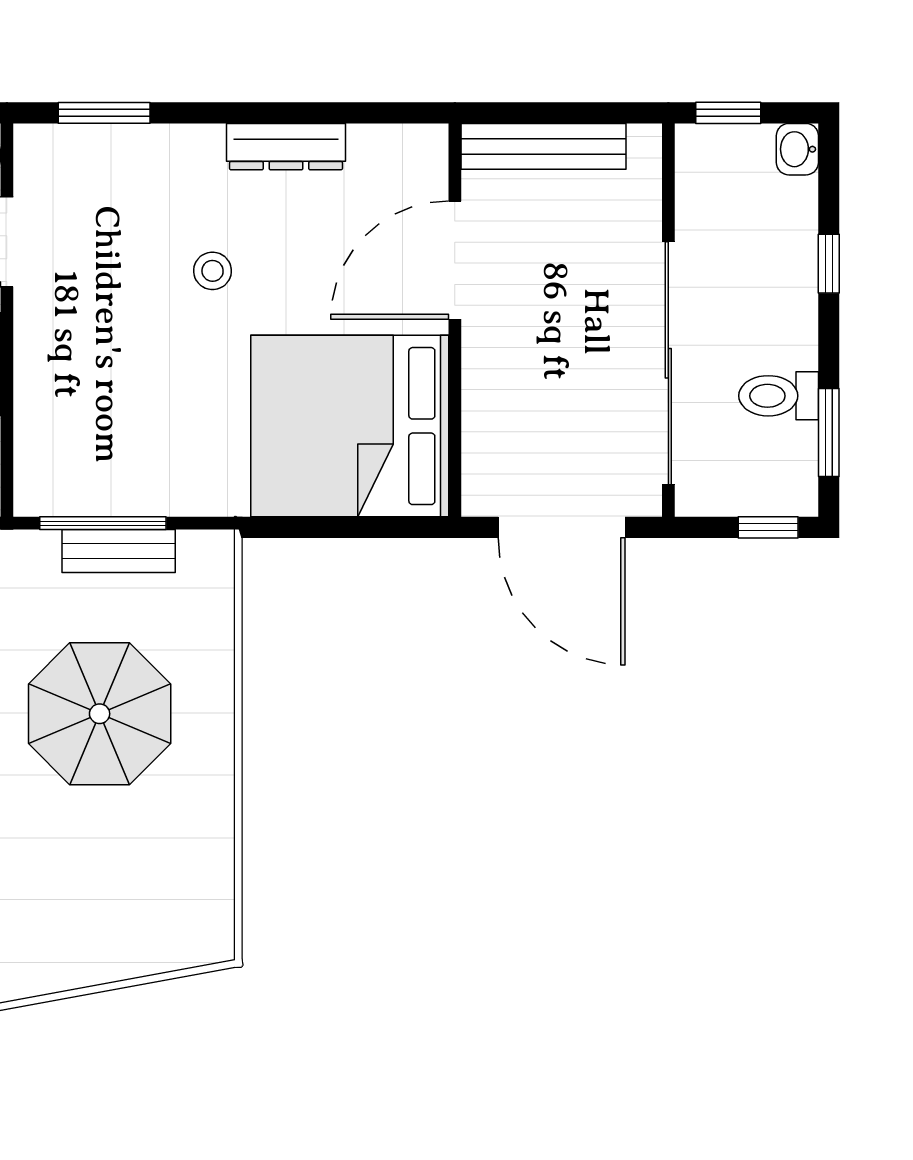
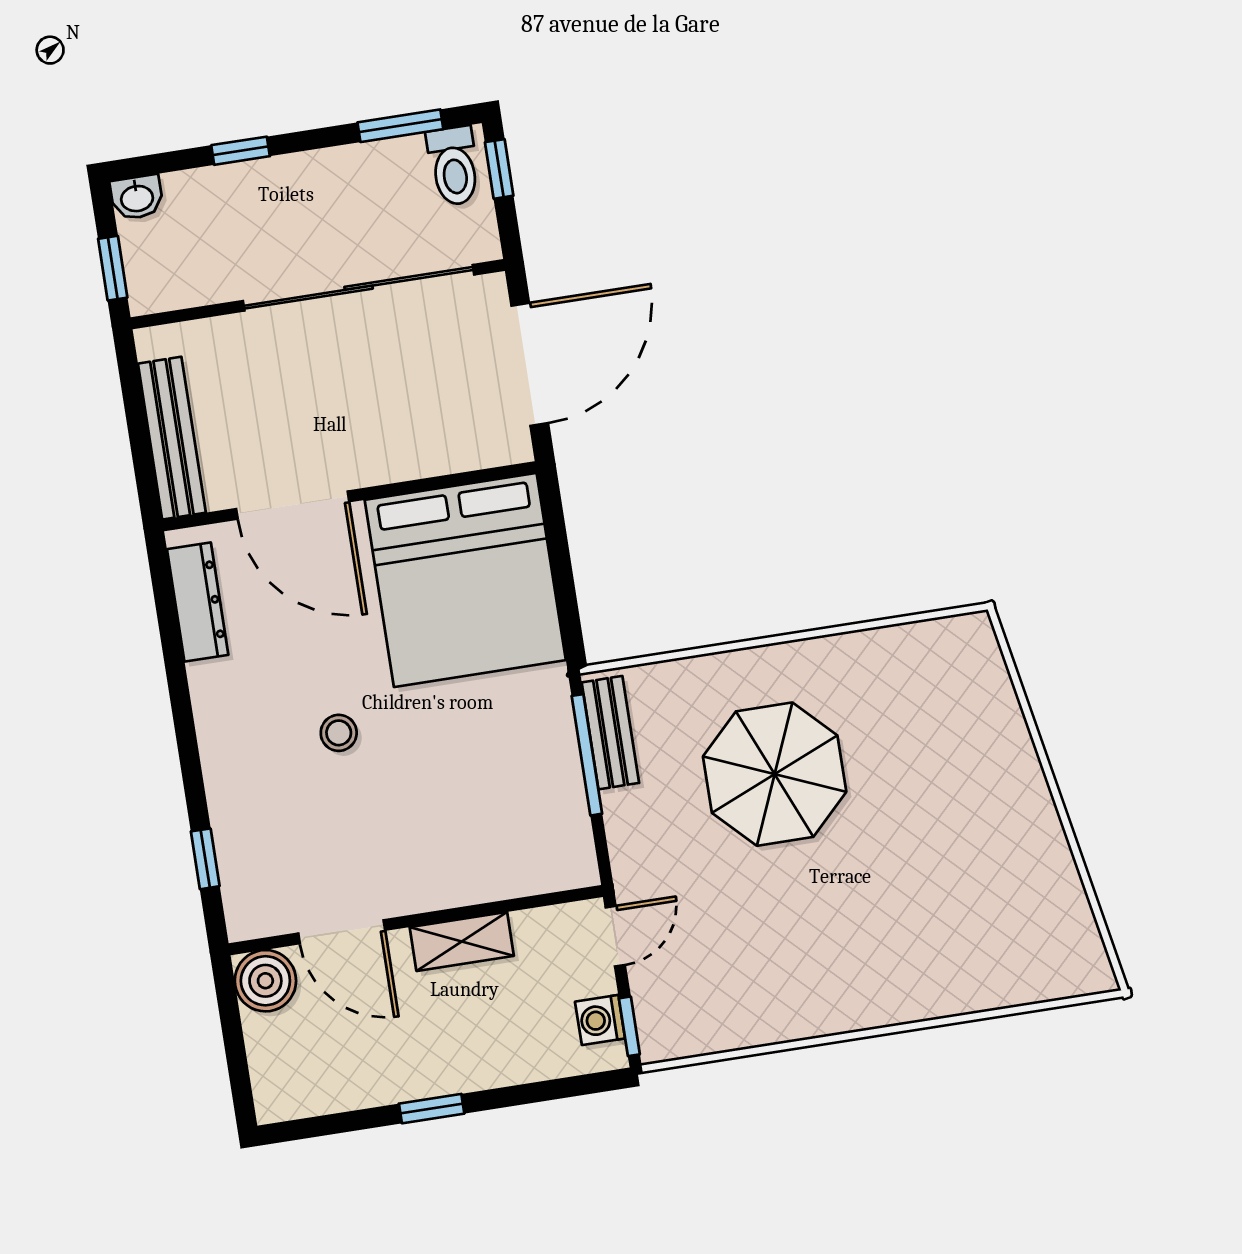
window: (104, 113) -> (205, 859), width x0.67
dresser: (286, 147) -> (198, 602), moved
toilet: (779, 396) -> (454, 166), moved
window: (103, 523) -> (587, 755), moved
bench: (119, 551) -> (610, 733), moved

